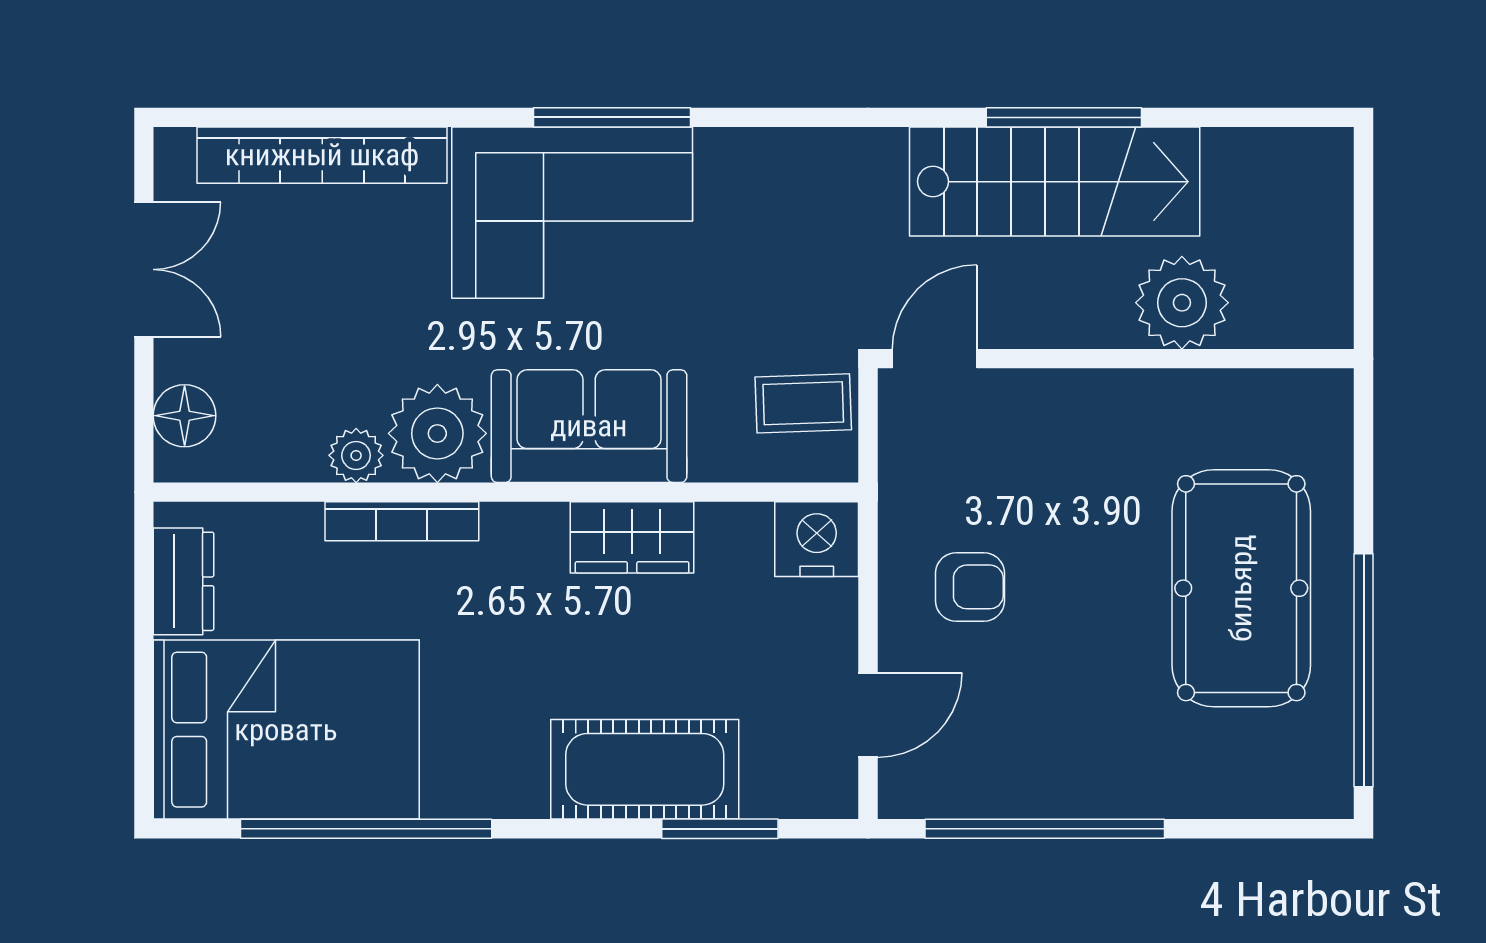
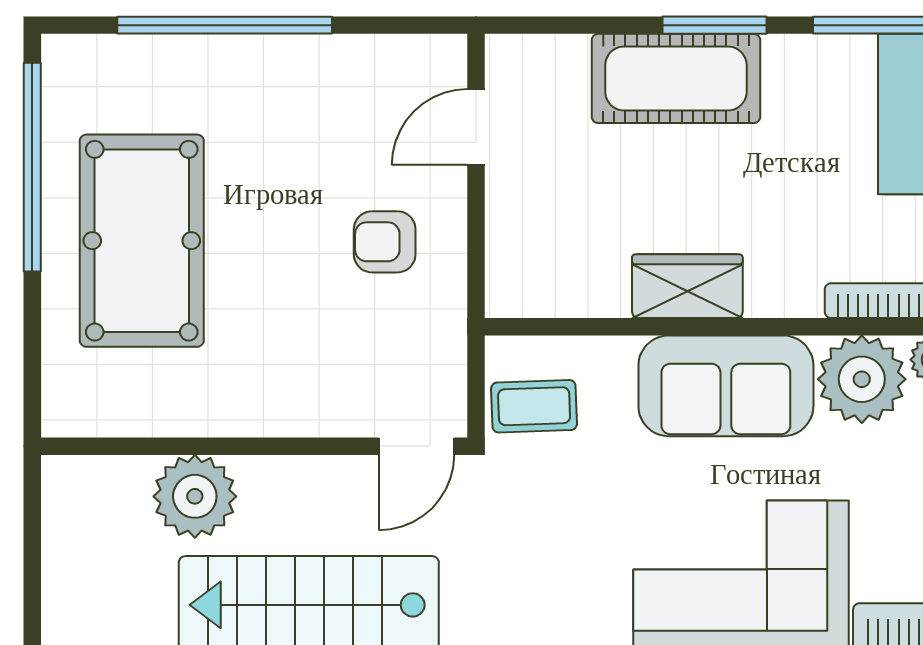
nightstand: (817, 539) -> (522, 285), removed
window: (720, 829) -> (714, 25), moved
window: (1045, 829) -> (225, 25), moved

